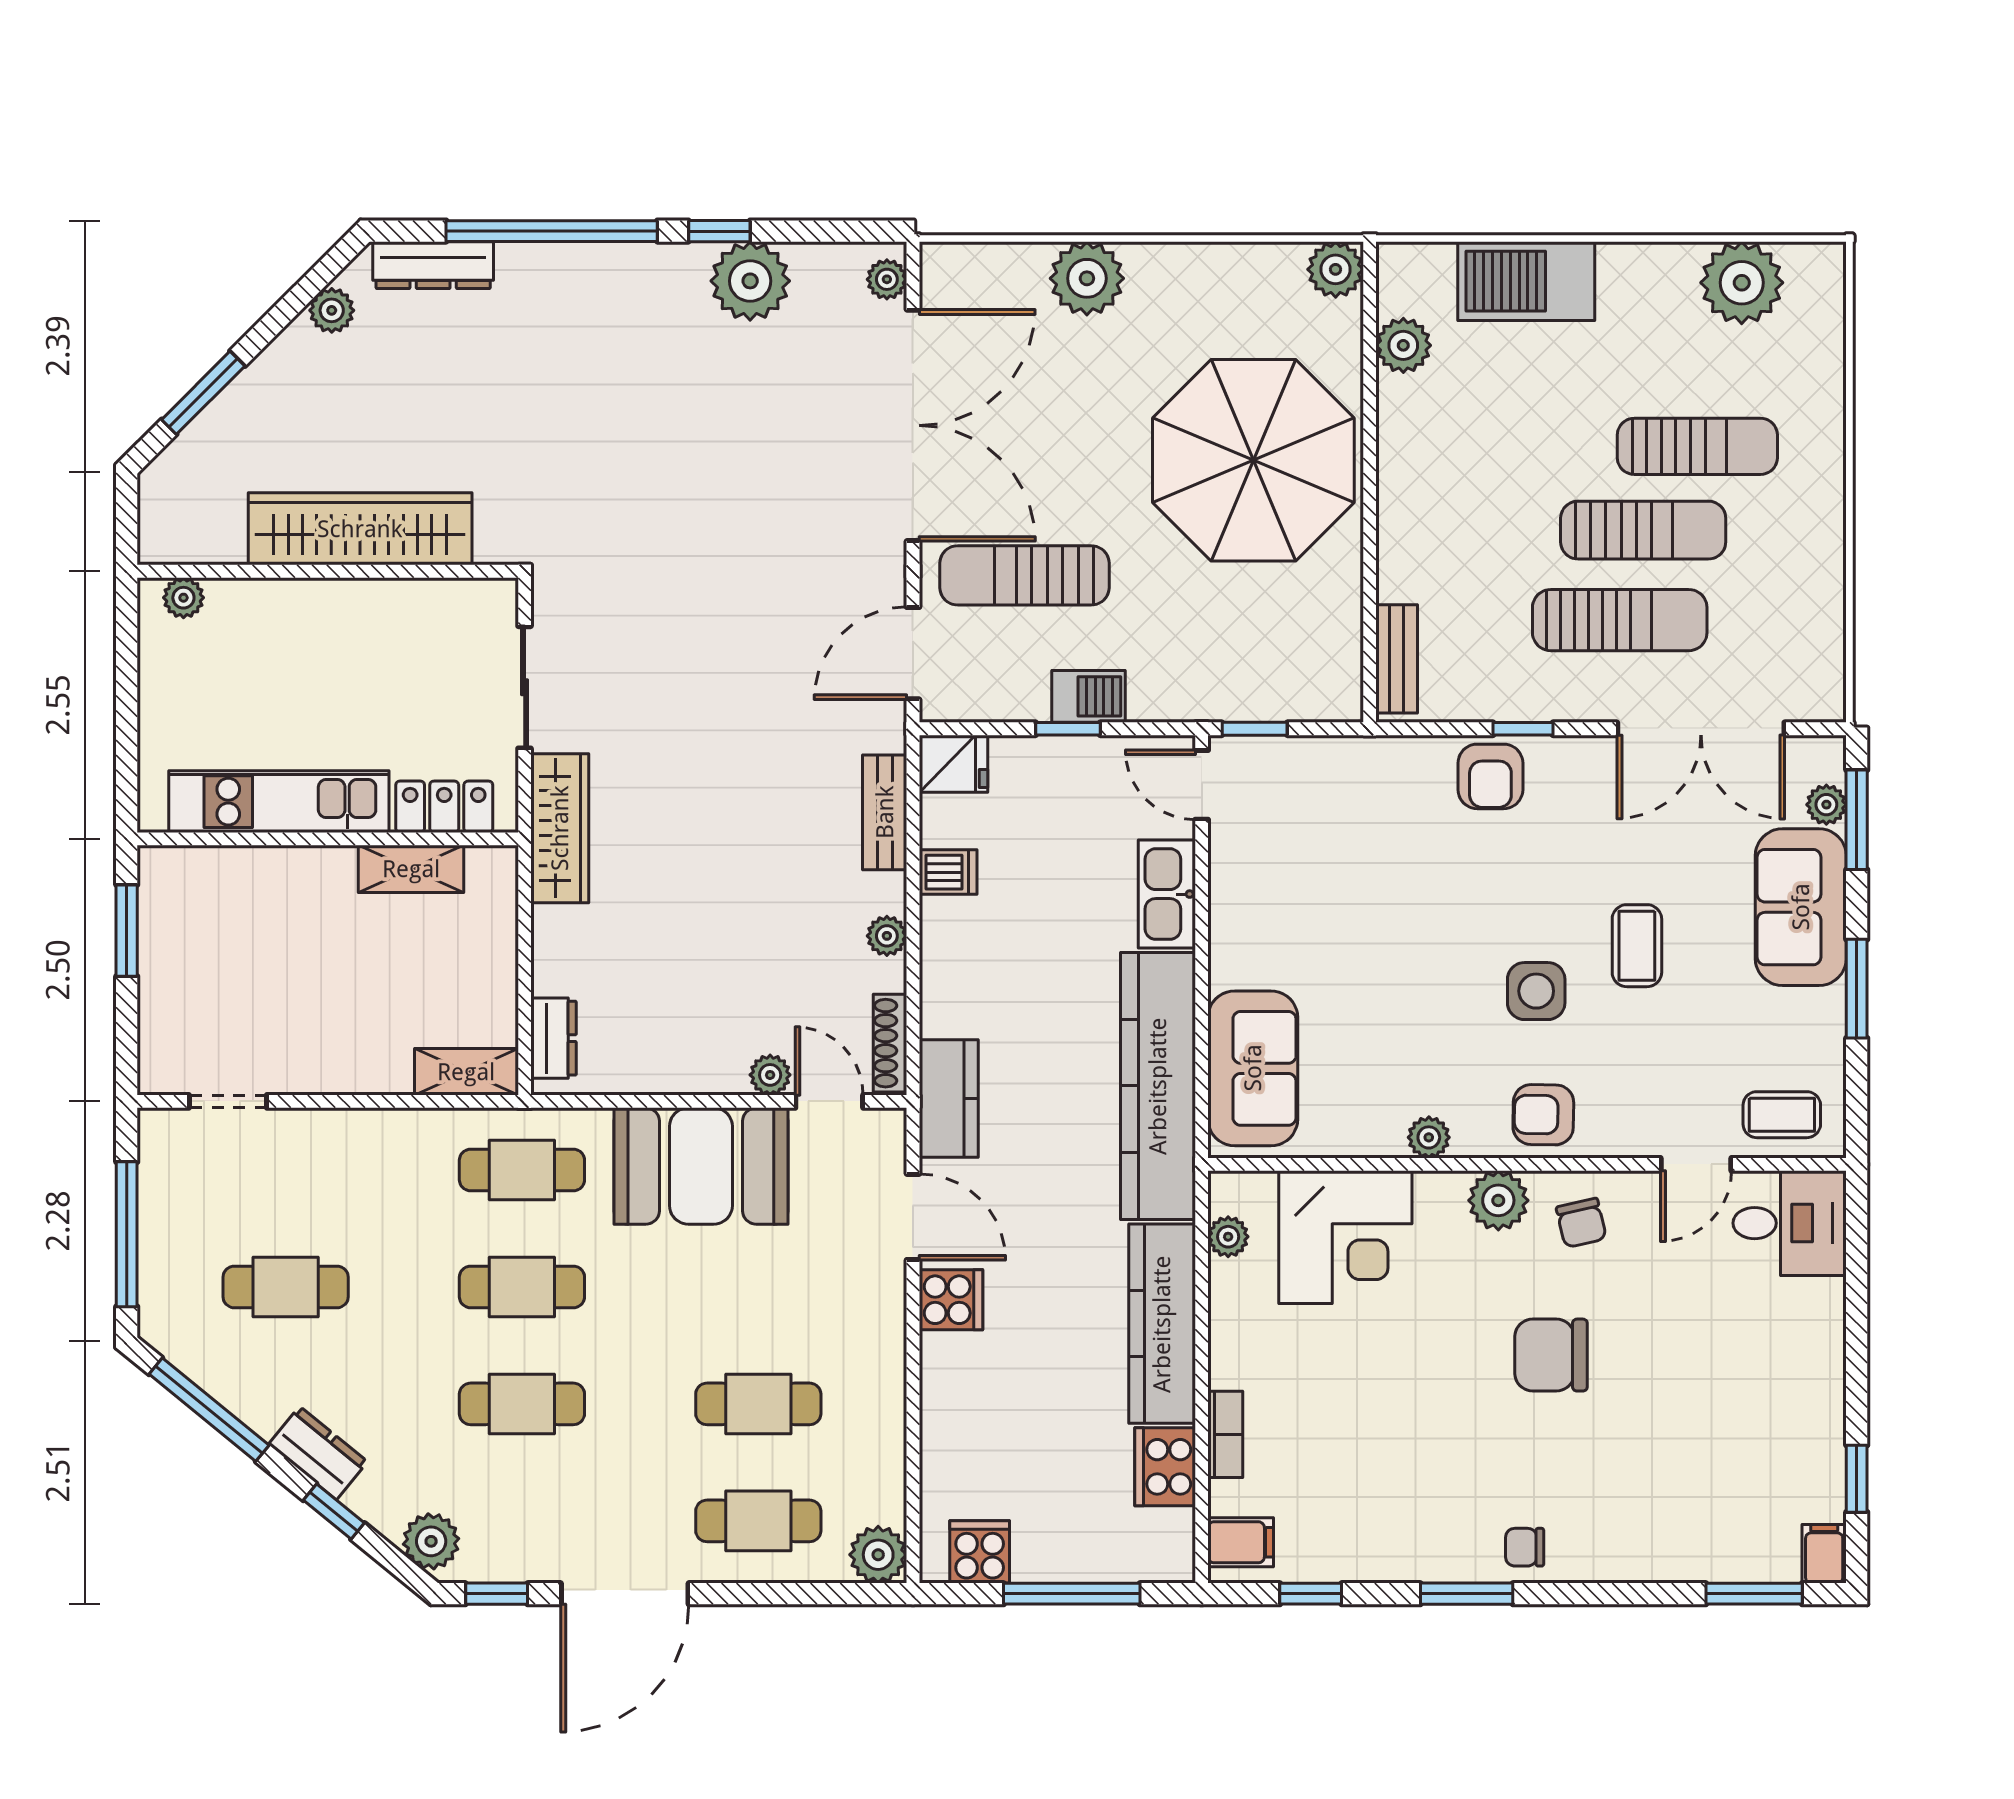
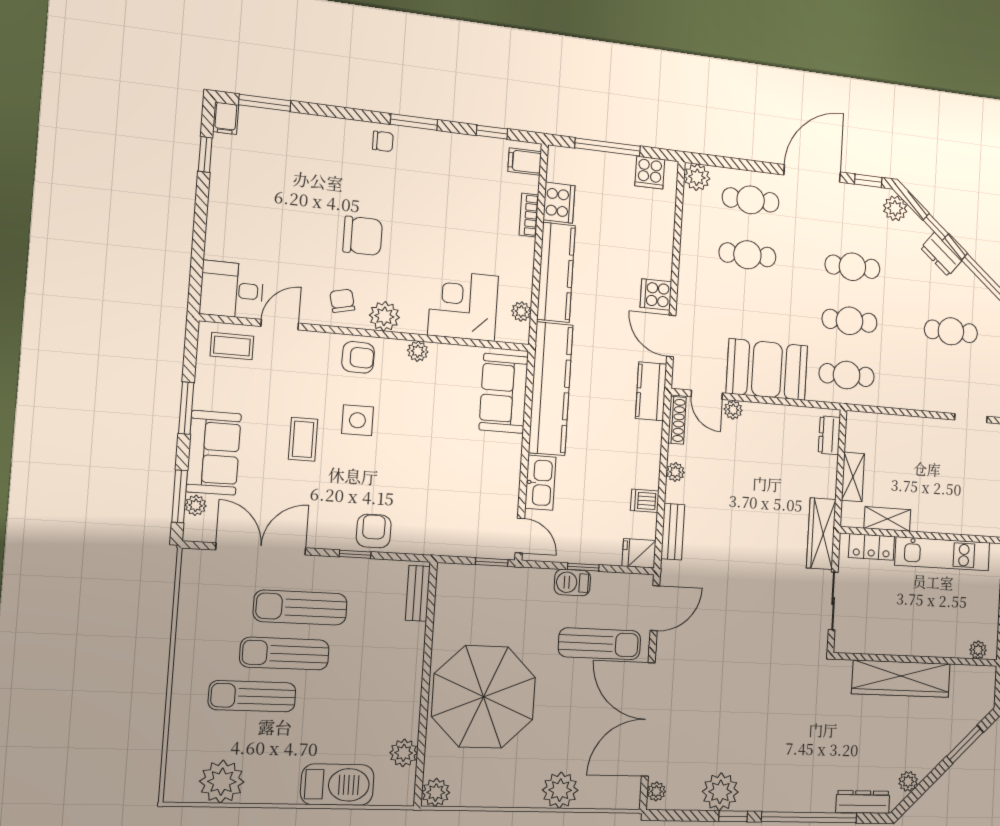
shelving: (466, 1072) -> (853, 477), moved, turned 90

